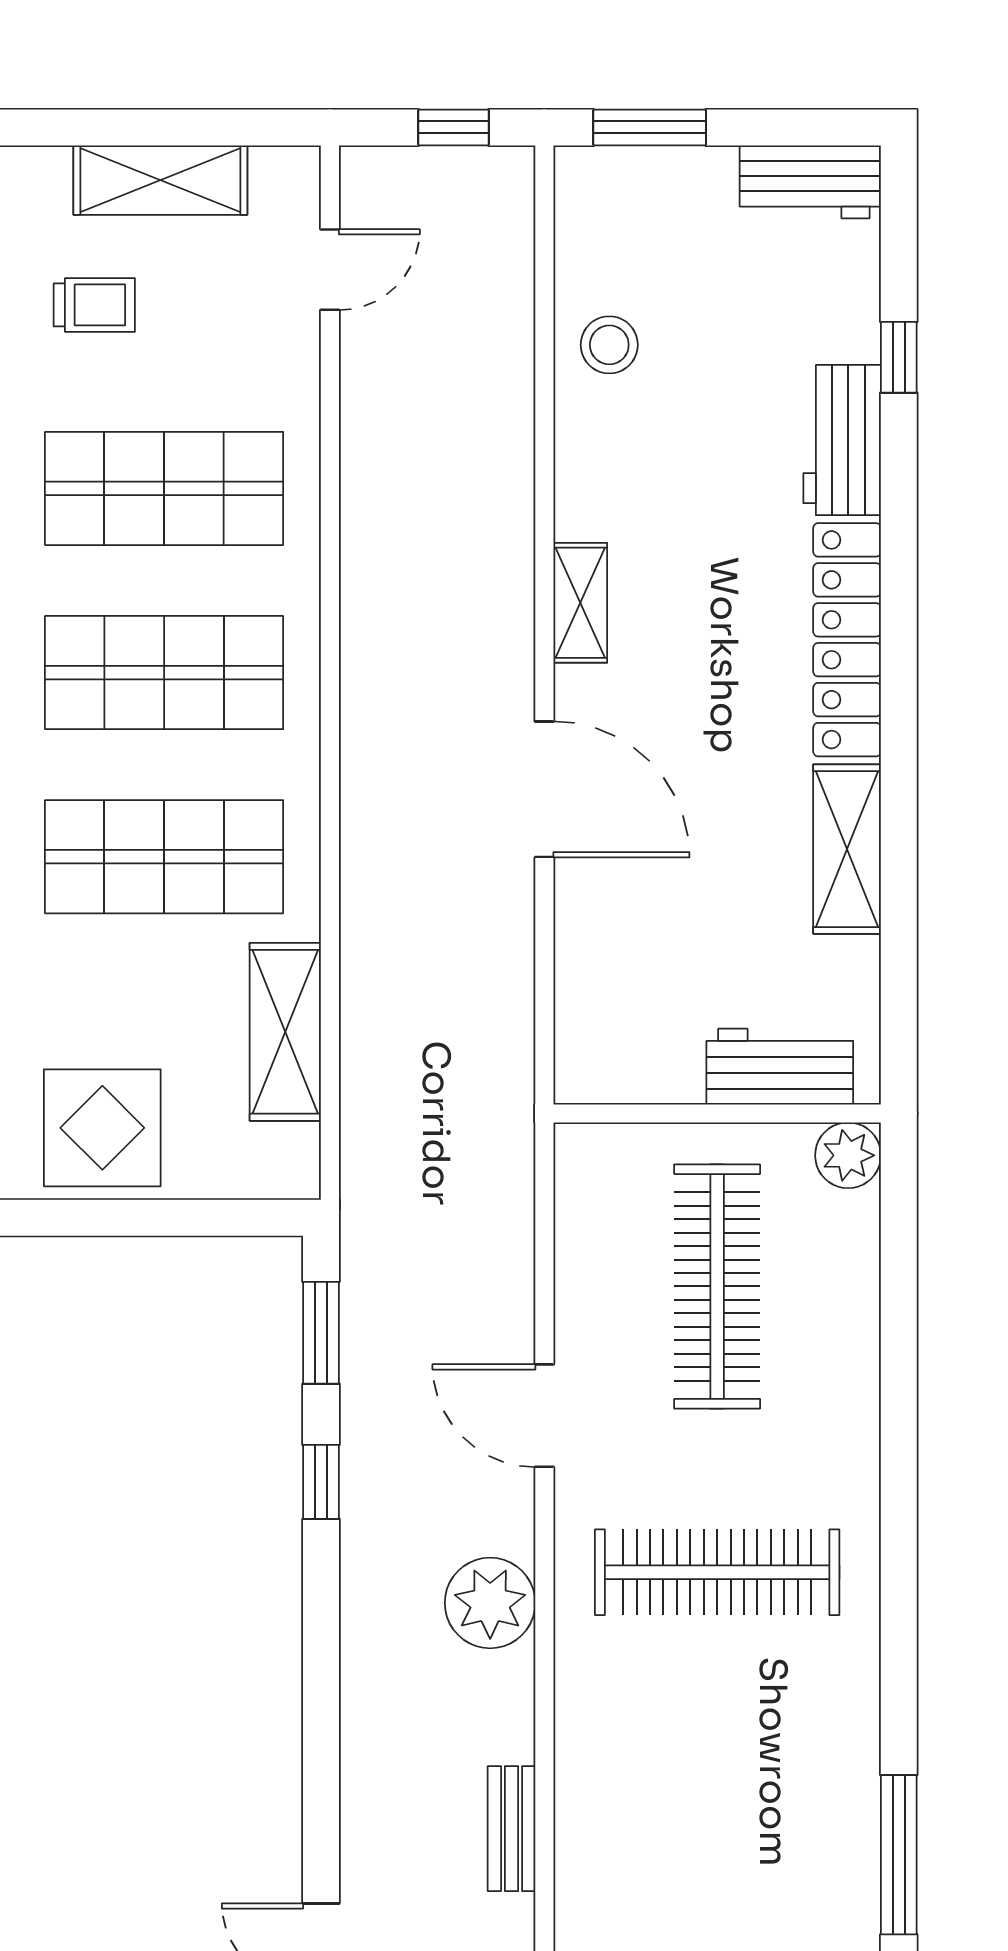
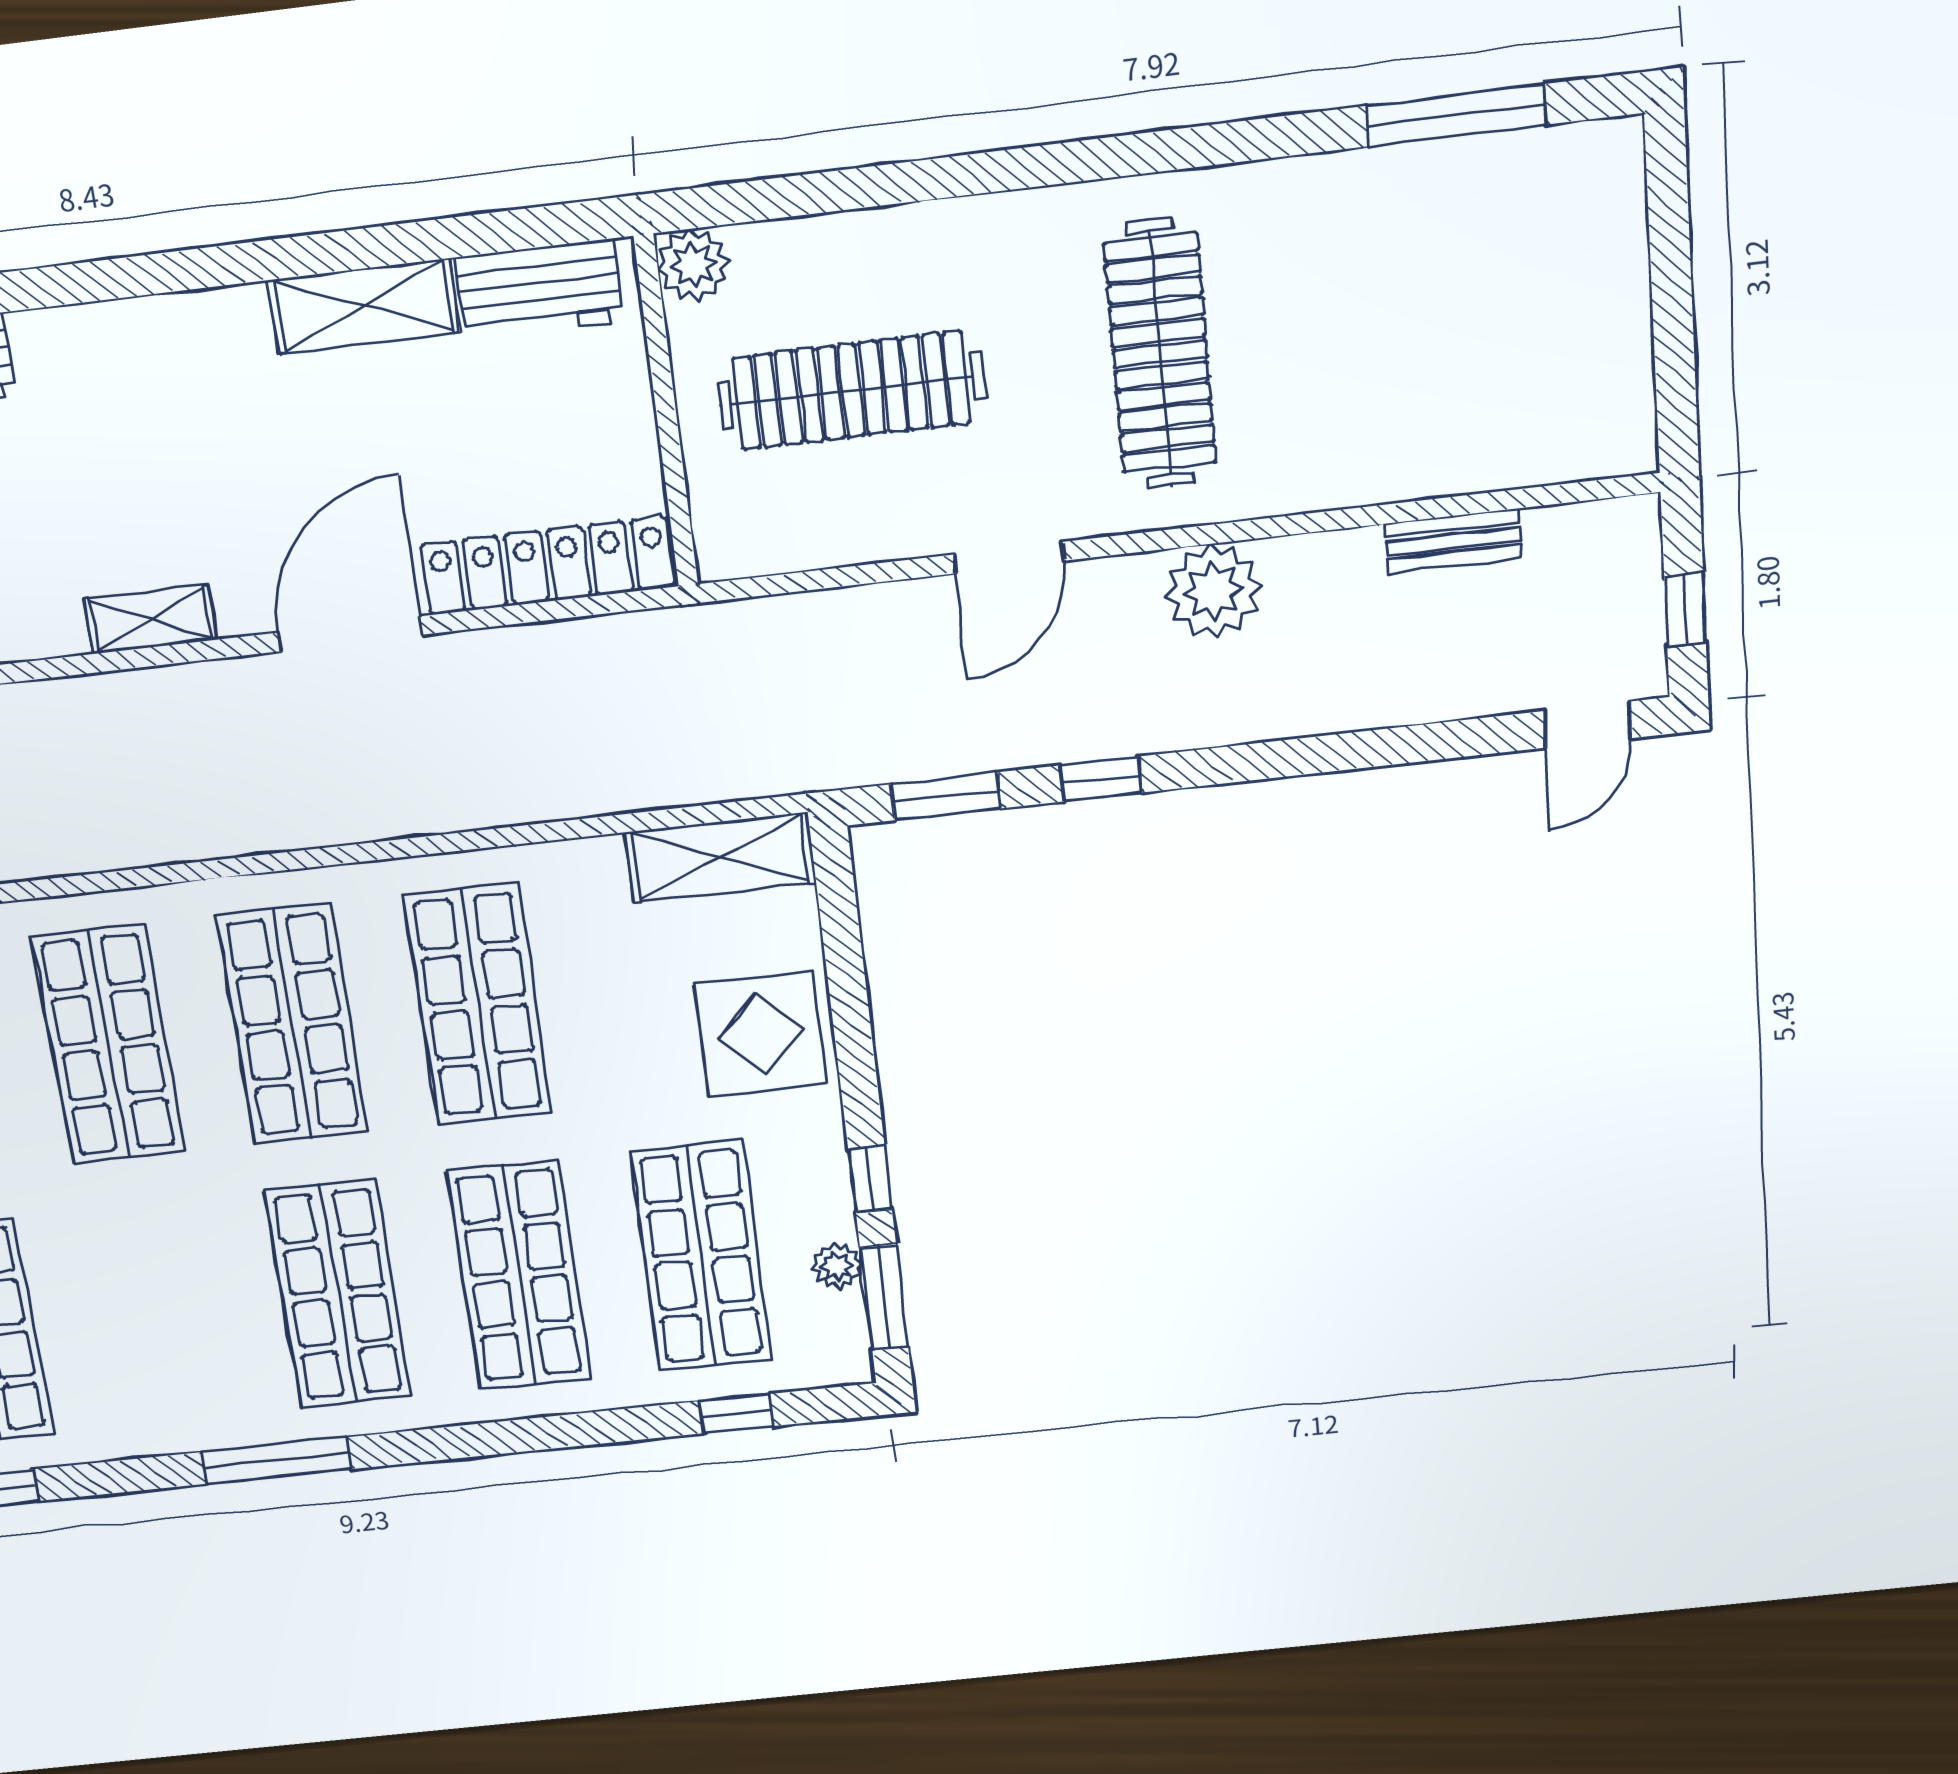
locker: (847, 640) -> (548, 566), moved, turned 180
shelving: (285, 1032) -> (720, 857), moved
workbench: (780, 1067) -> (539, 289), moved, turned -90

